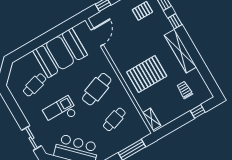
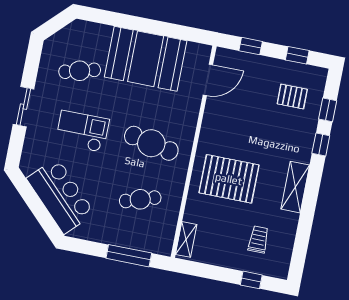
shelving: (180, 51) -> (295, 187), width x0.68
cafe table: (97, 89) -> (151, 143), turned 33
sliding door: (31, 138) -> (24, 107), moved

